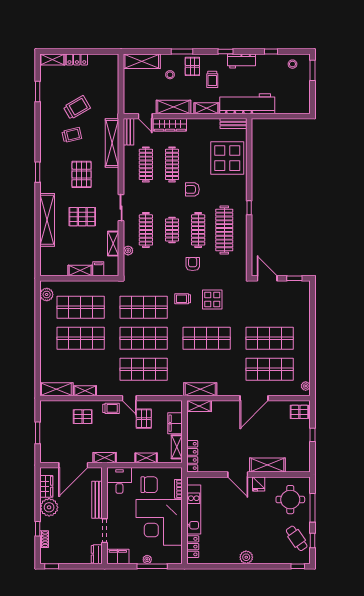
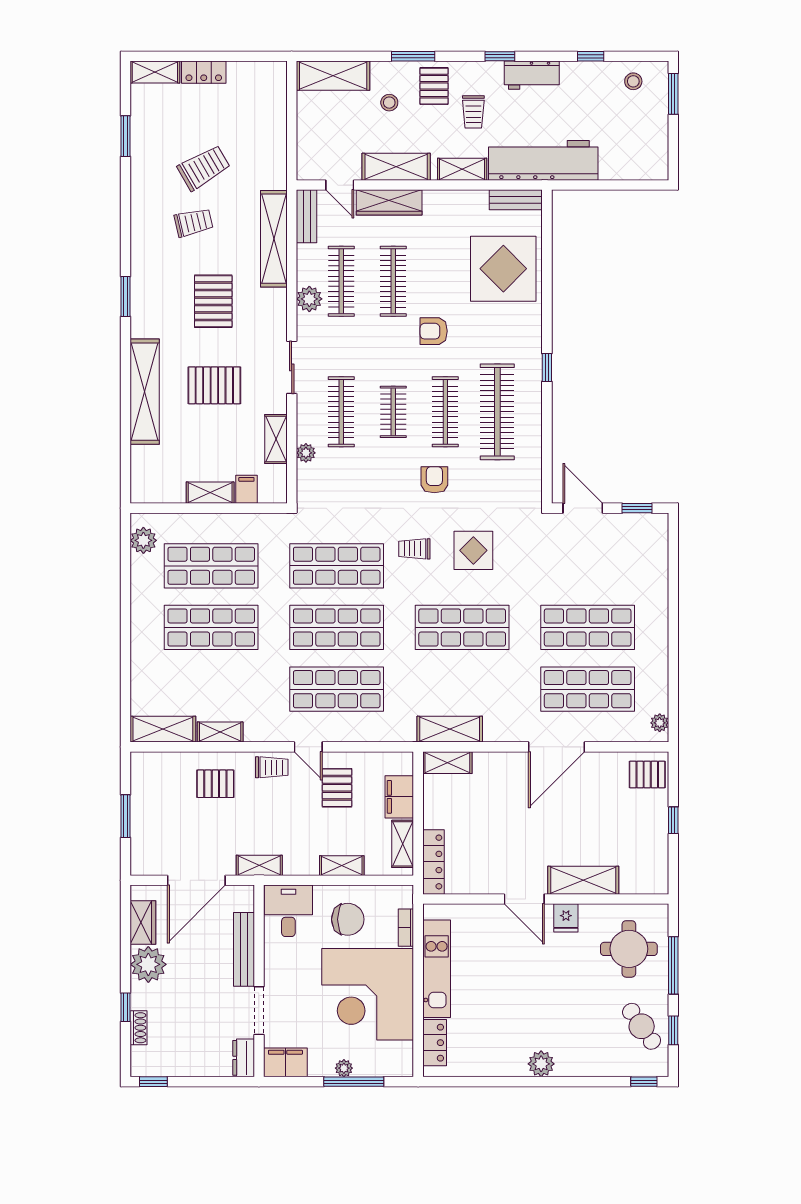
plant: (130, 173) -> (309, 299), added

